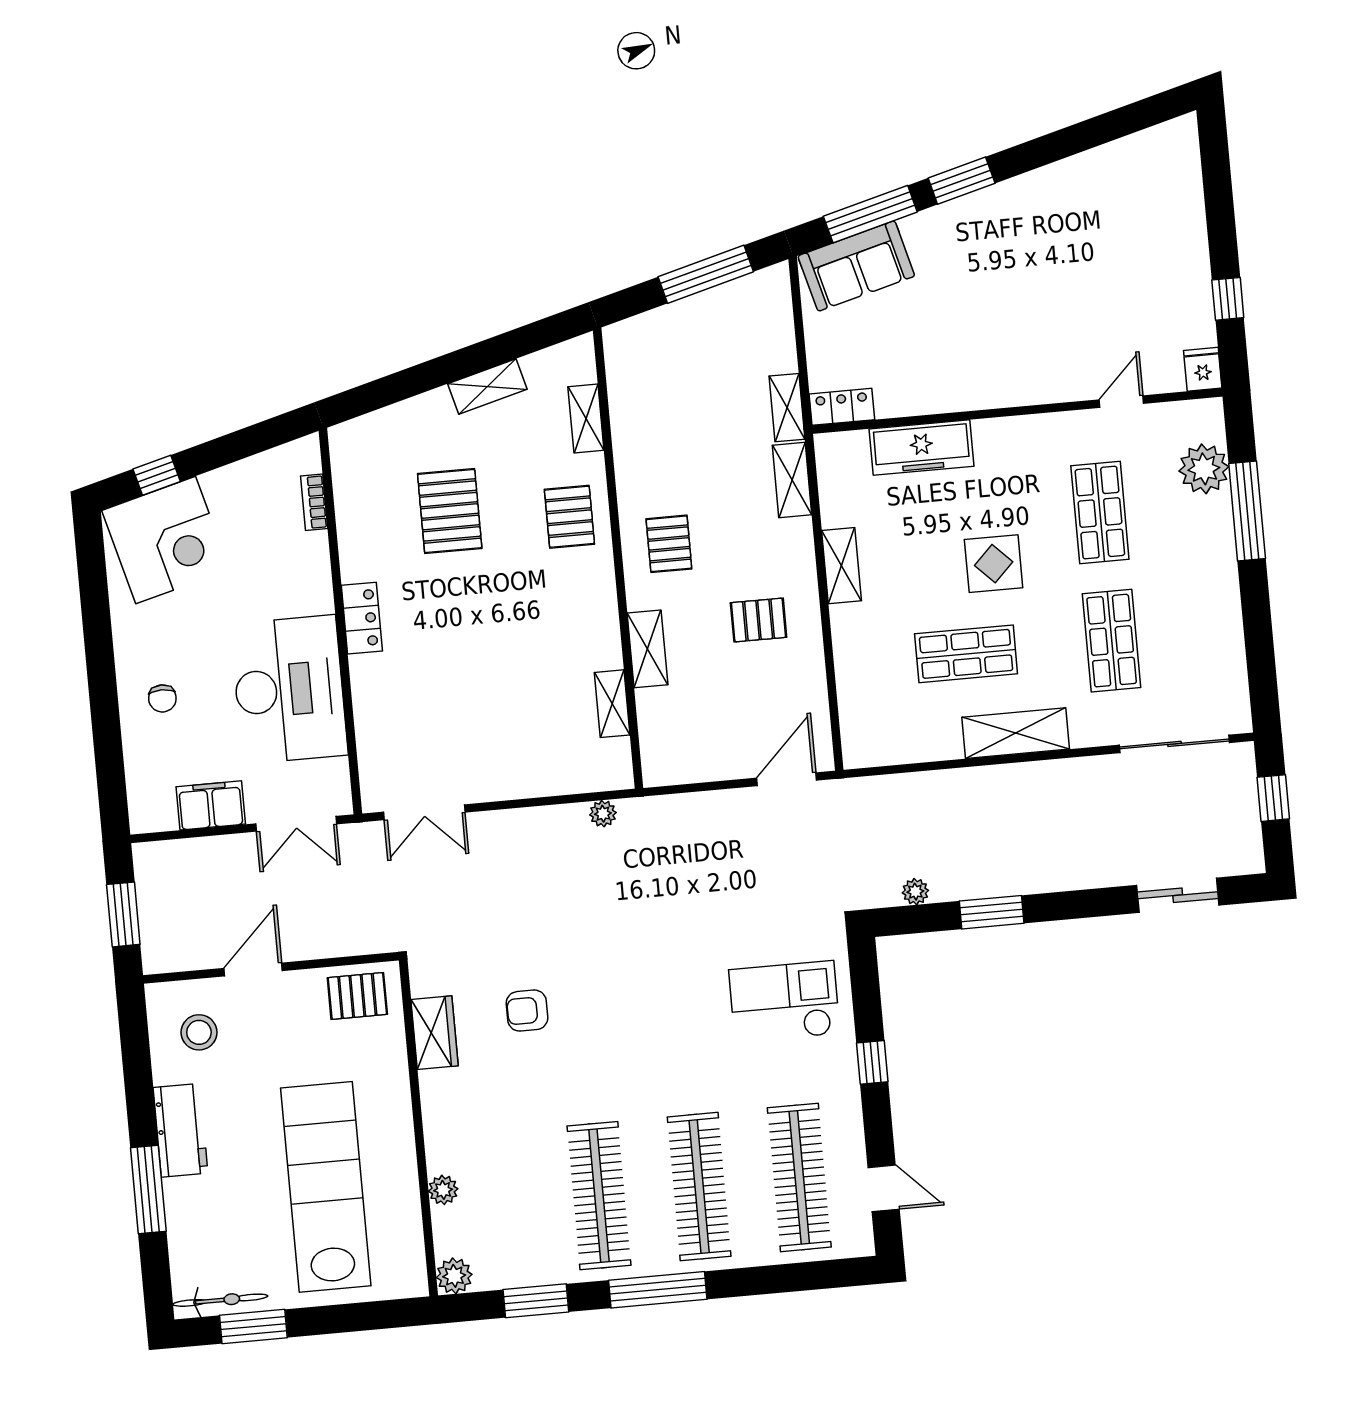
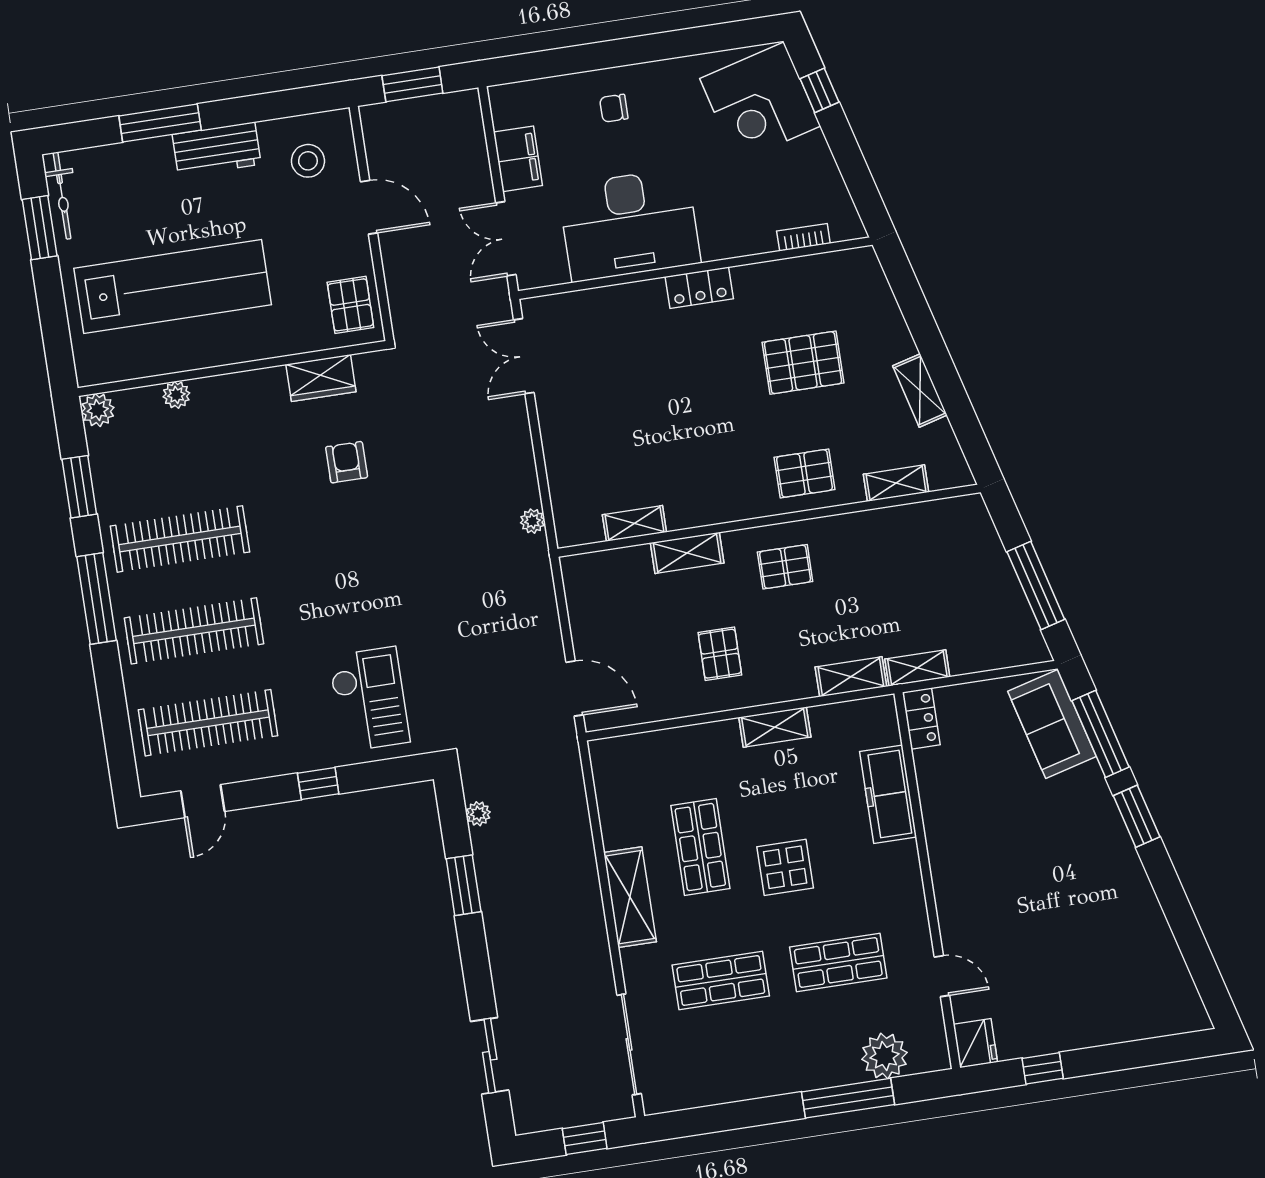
fridge: (1203, 369) -> (975, 1043), width x1.38

